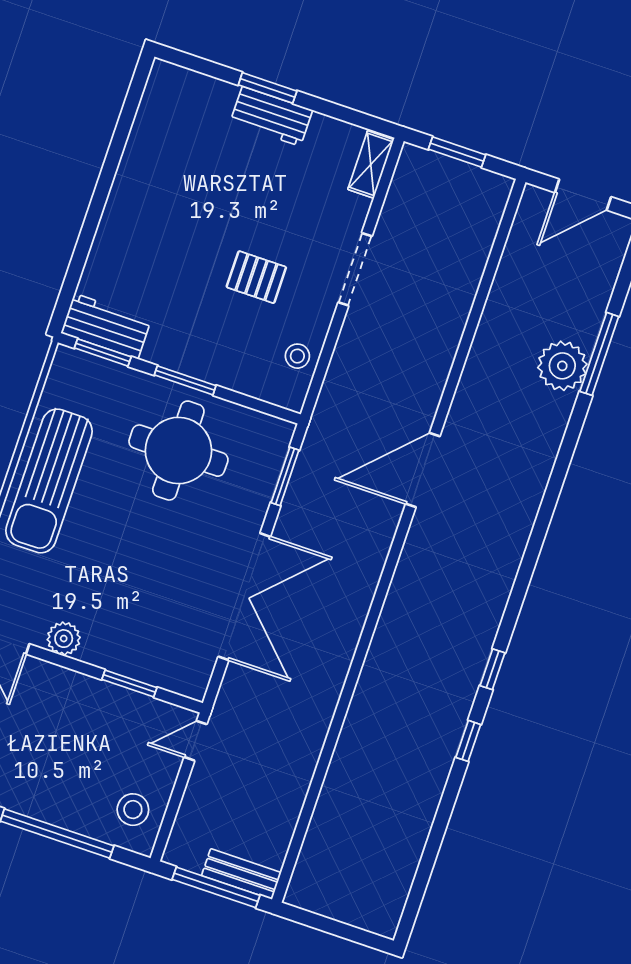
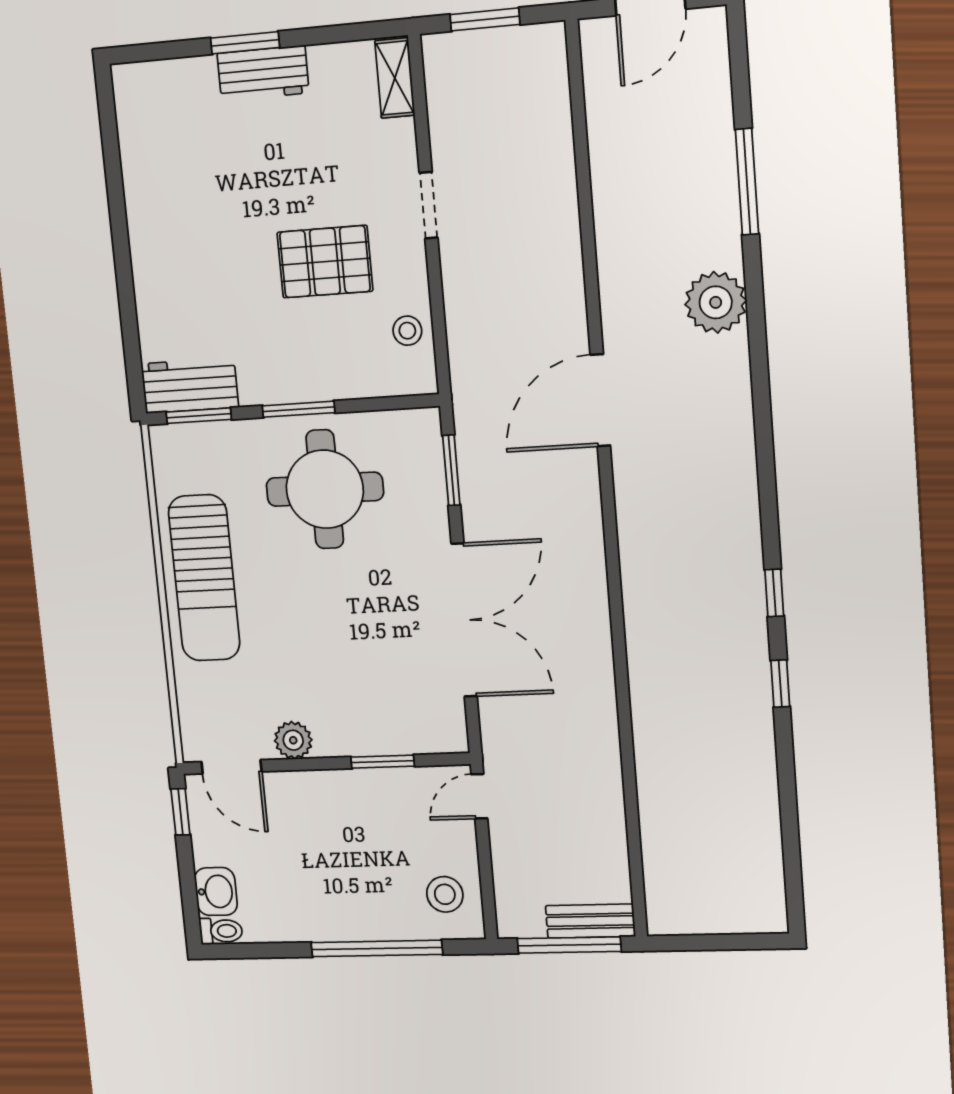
doorway: (355, 269) -> (429, 205), width x0.73
pallet: (256, 277) -> (325, 262), width x1.50, depth x1.42
plant: (562, 366) -> (716, 302), moved

